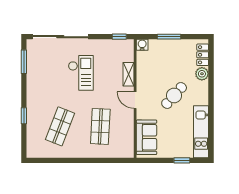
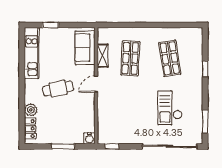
checkout: (81, 73) -> (170, 108), moved
shelving: (129, 74) -> (103, 56), moved
cafe table: (174, 95) -> (58, 89), turned 37
door: (135, 100) -> (96, 84), swing flipped
shop shelf: (60, 126) -> (170, 58), turned -30

